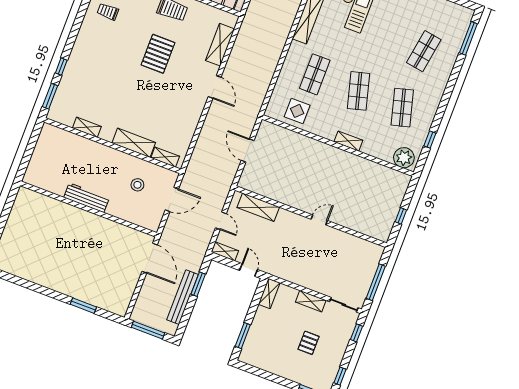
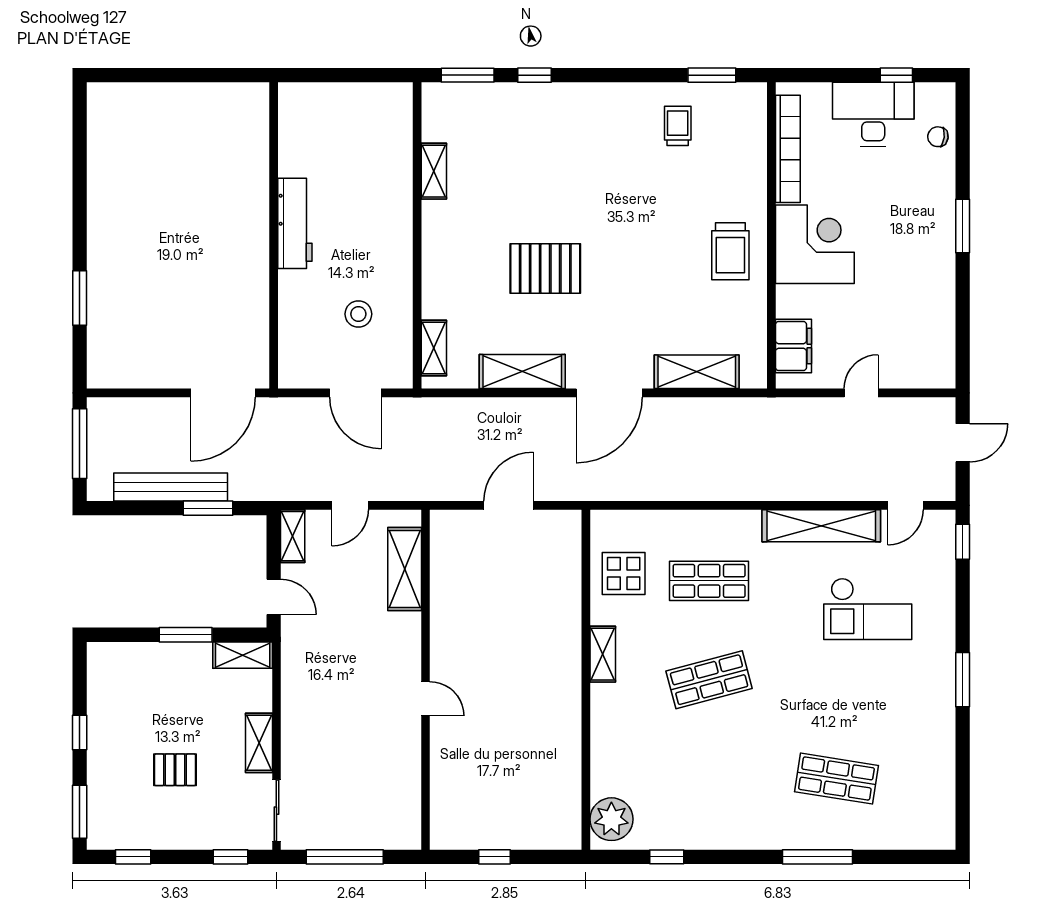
window: (468, 38) -> (817, 857), moved
pallet: (158, 54) -> (545, 269), moved
door: (215, 87) -> (609, 393), width x1.36
shop shelf: (402, 108) -> (709, 779), removed
shelving: (348, 141) -> (603, 654), moved
shelving: (134, 143) -> (522, 372), moved, turned 90
door: (249, 270) -> (274, 597), hinge flipped
window: (243, 336) -> (186, 635), moved
window: (276, 379) -> (80, 732), added

